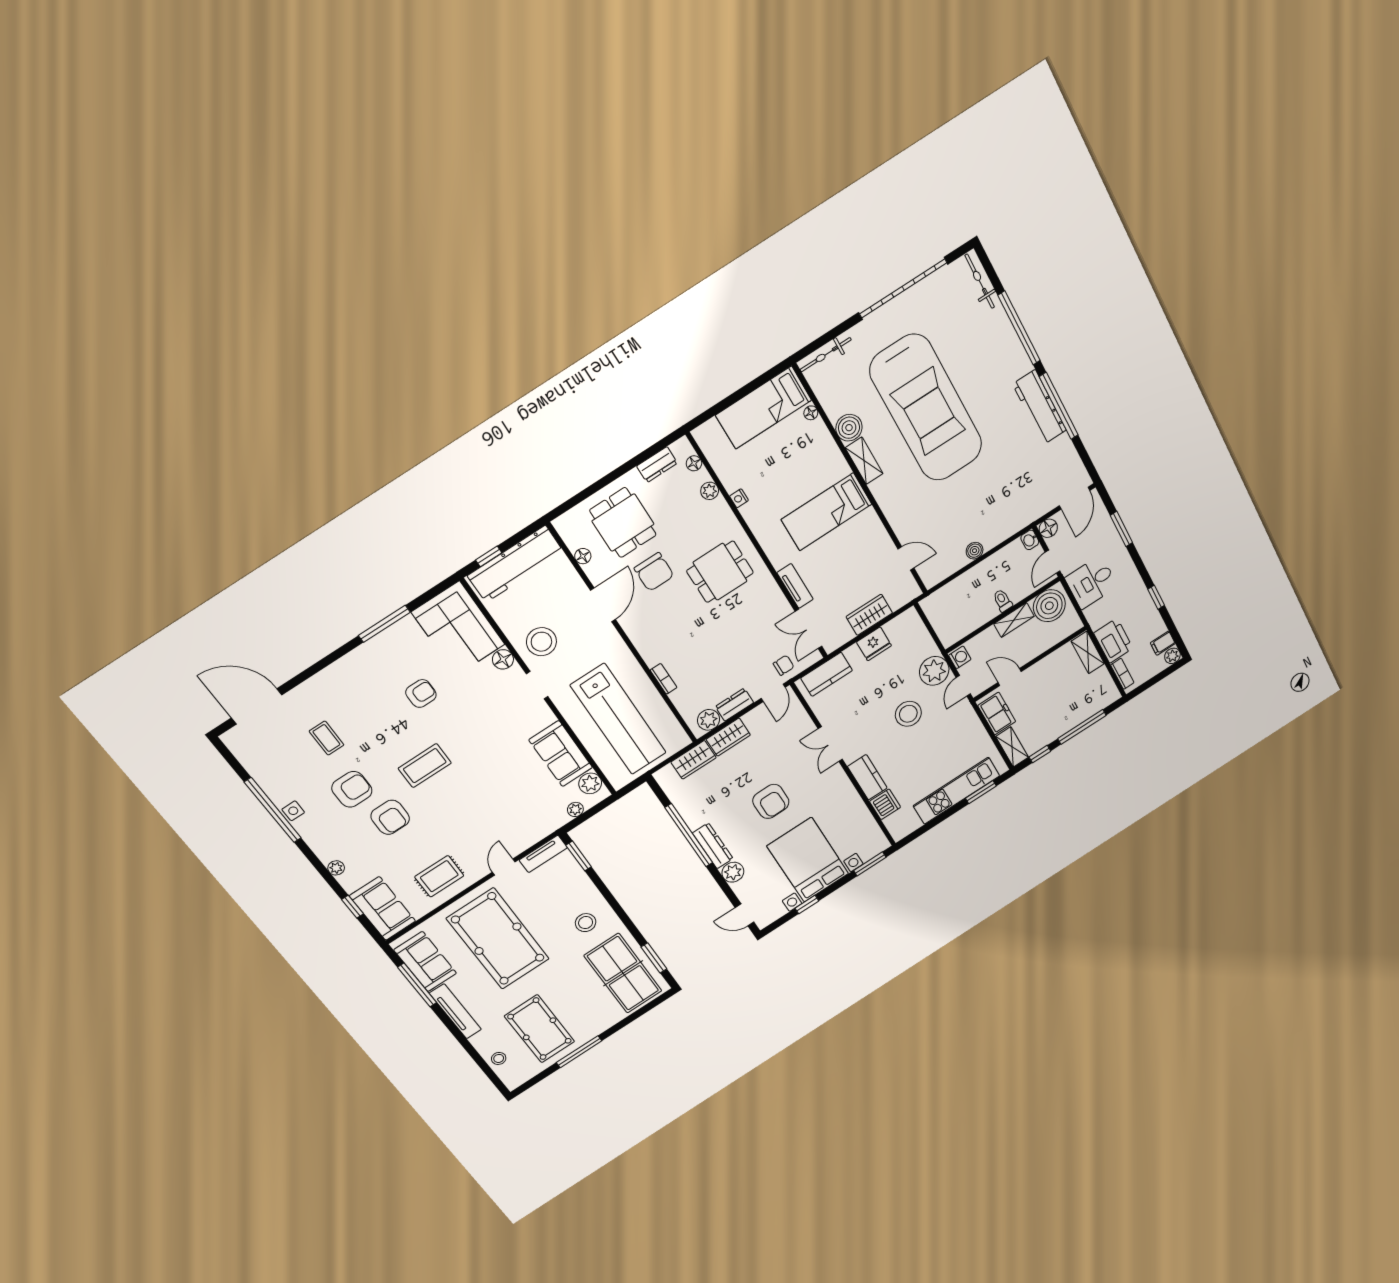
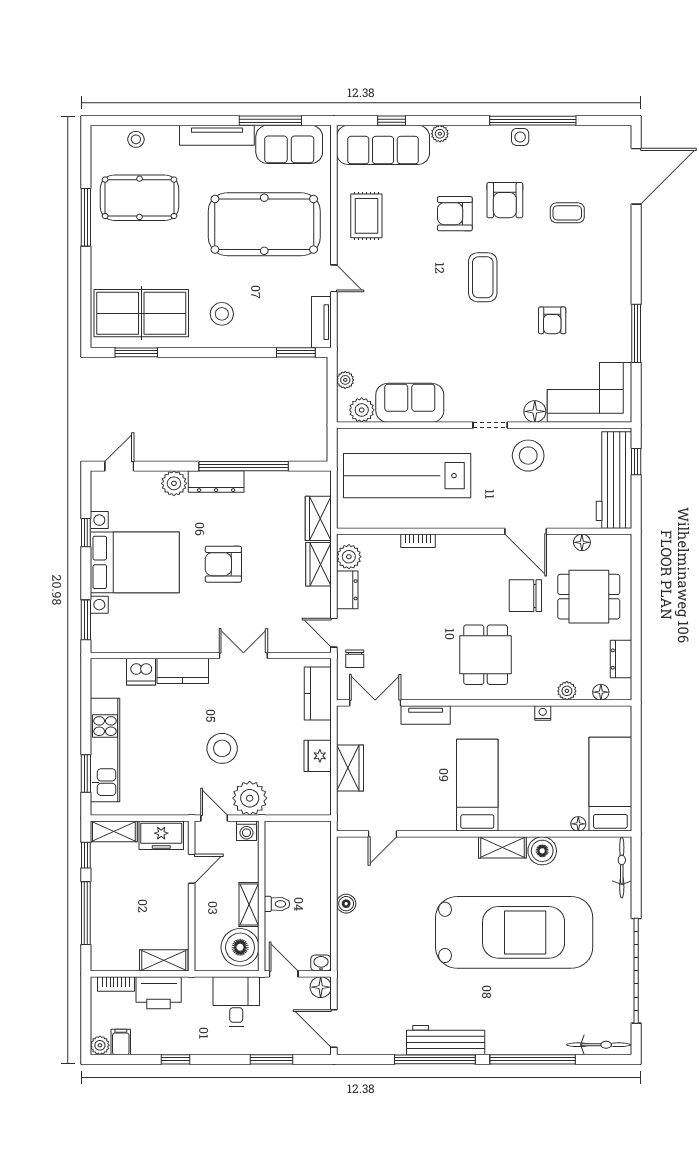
car: (926, 408) -> (514, 932), turned 180
sofa: (383, 909) -> (383, 145), width x1.36

